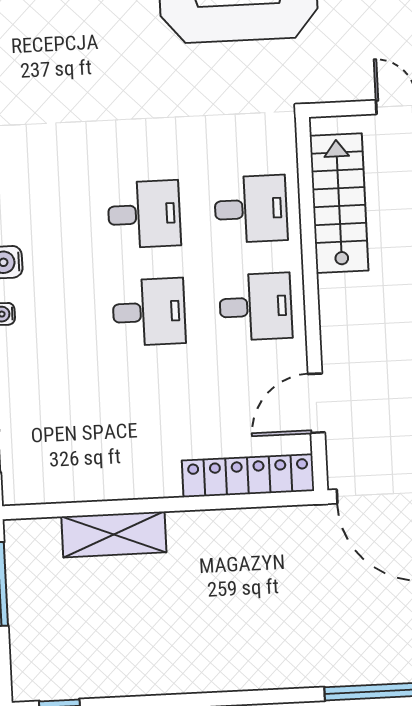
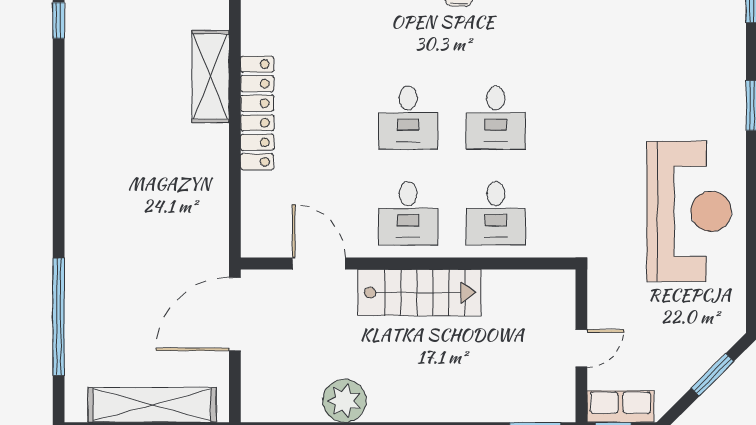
stairs: (339, 203) -> (419, 293), moved
locker: (248, 476) -> (257, 113), moved

